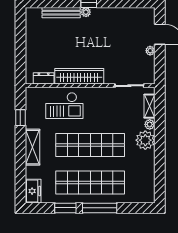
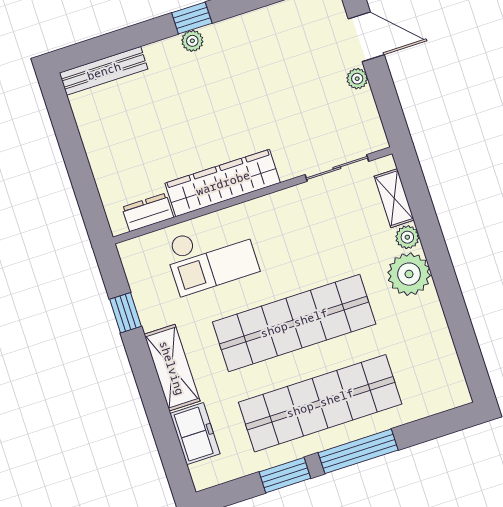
bench: (61, 13) -> (104, 71), moved
freezer: (33, 191) -> (195, 434), moved

